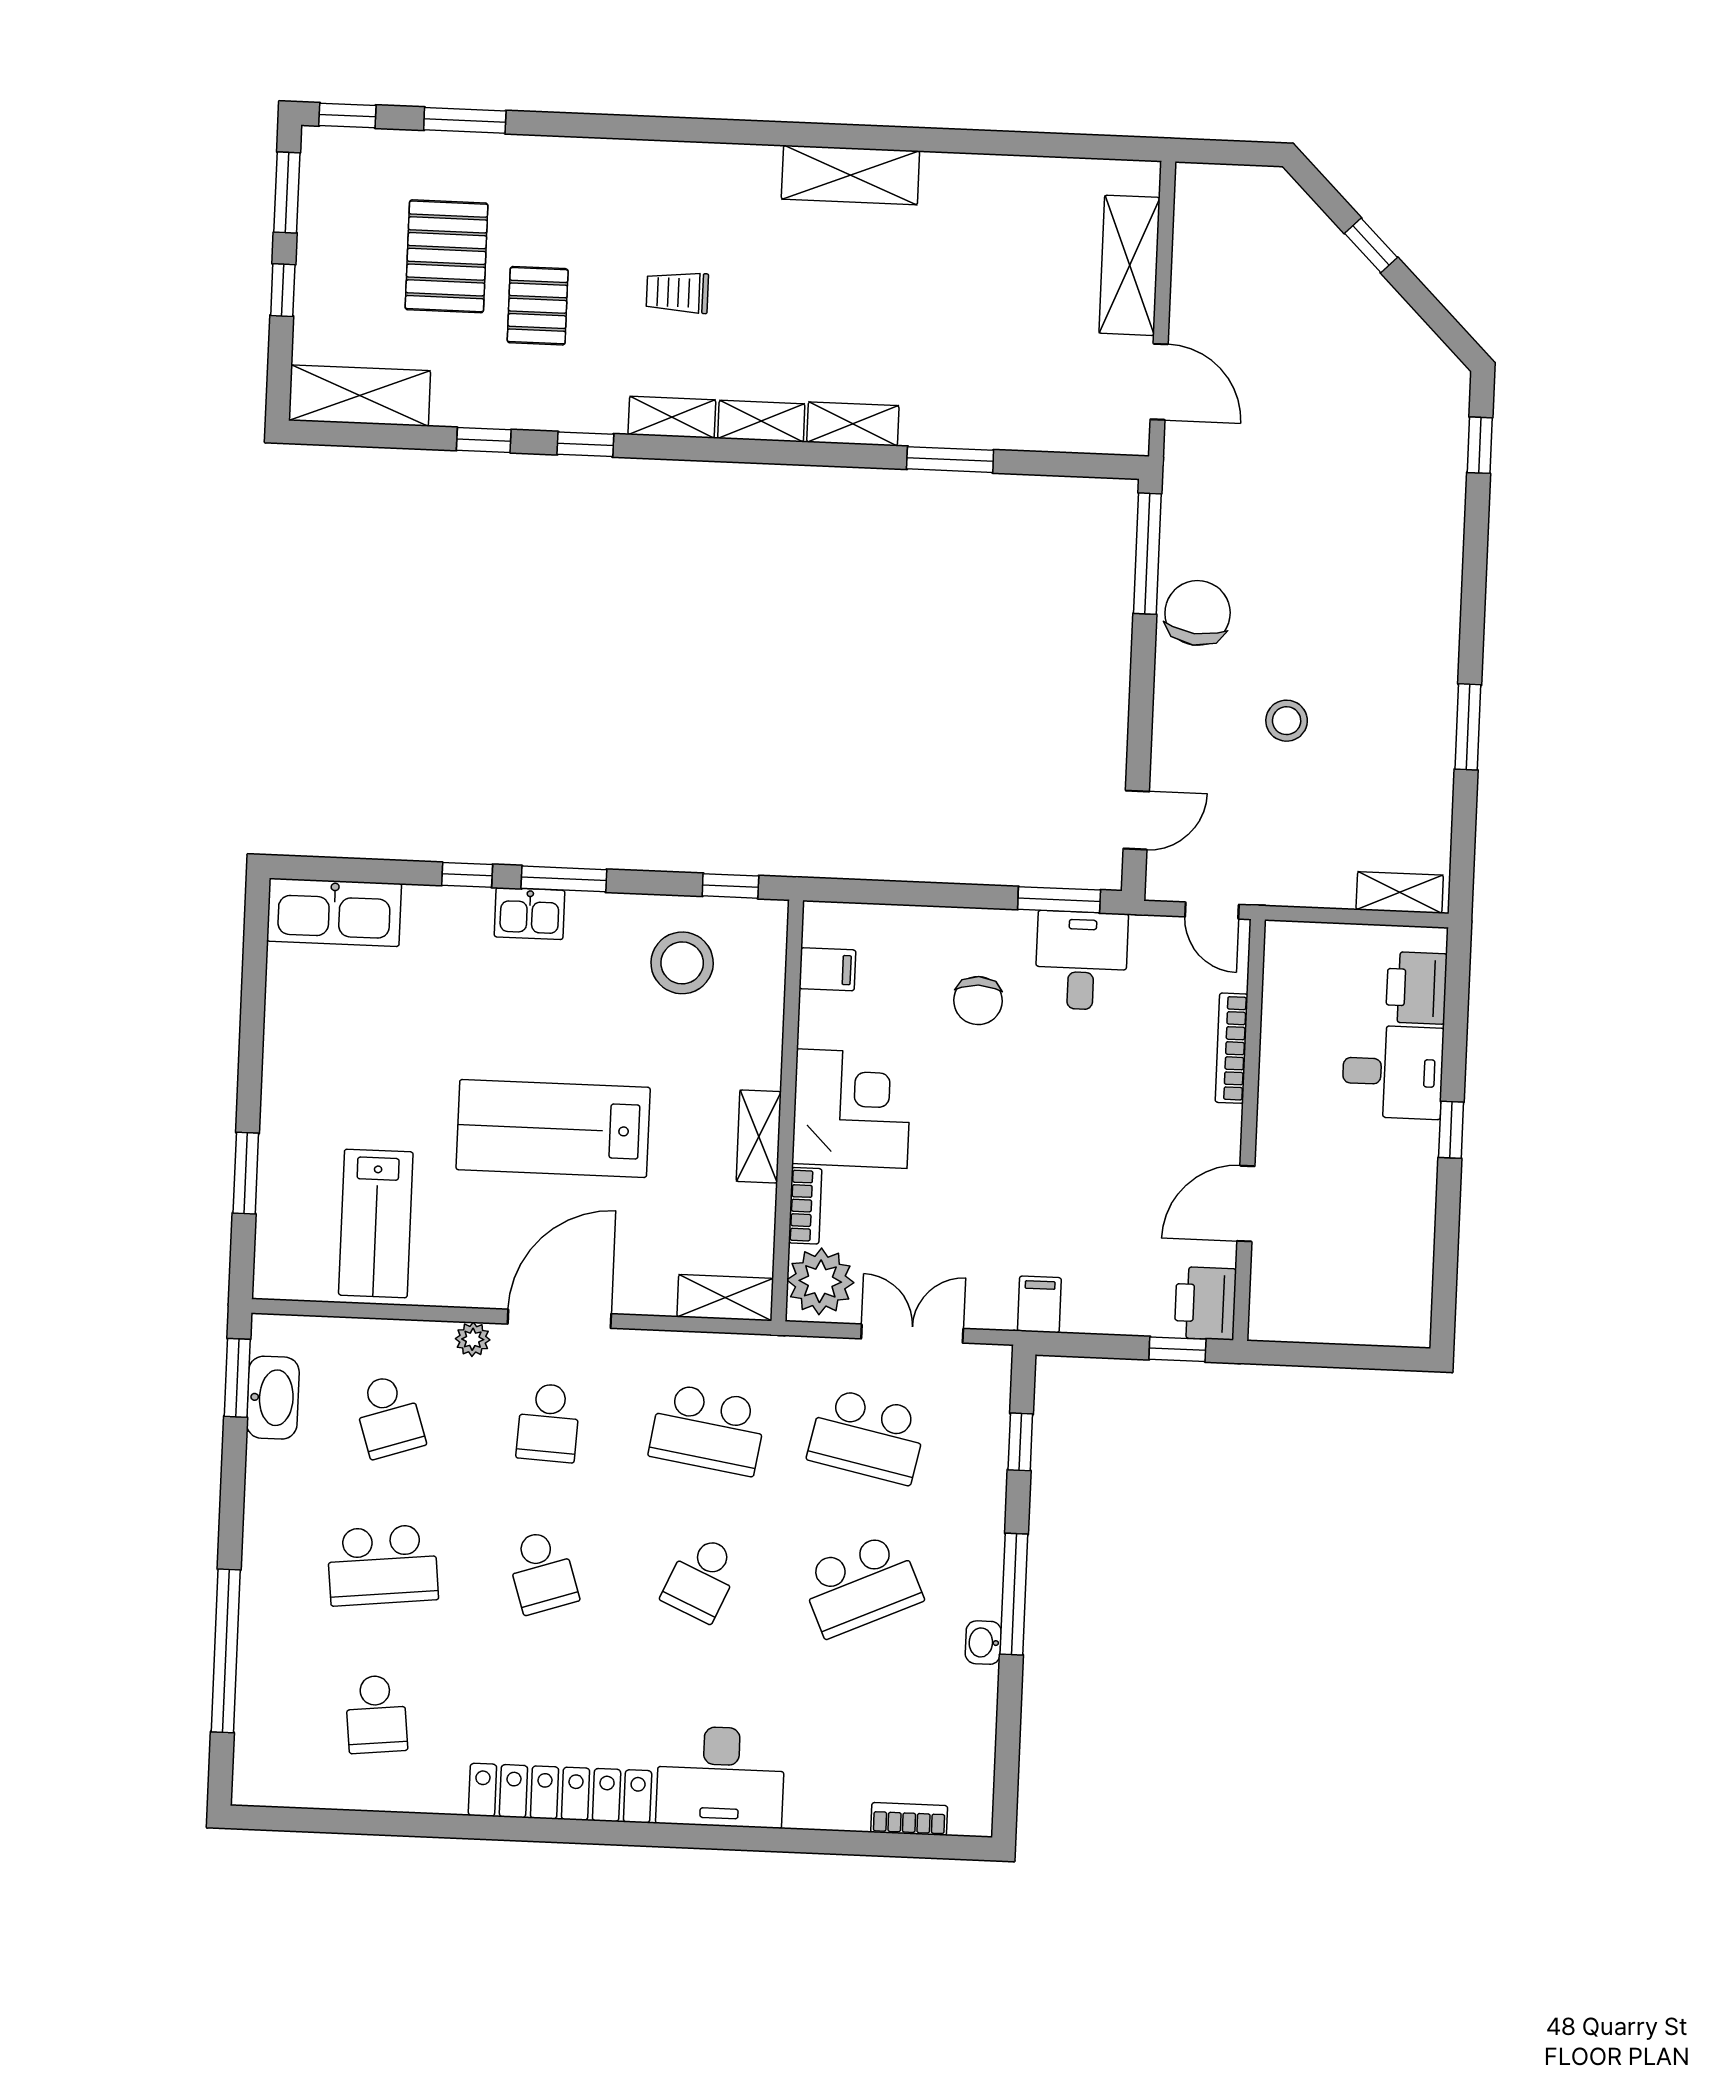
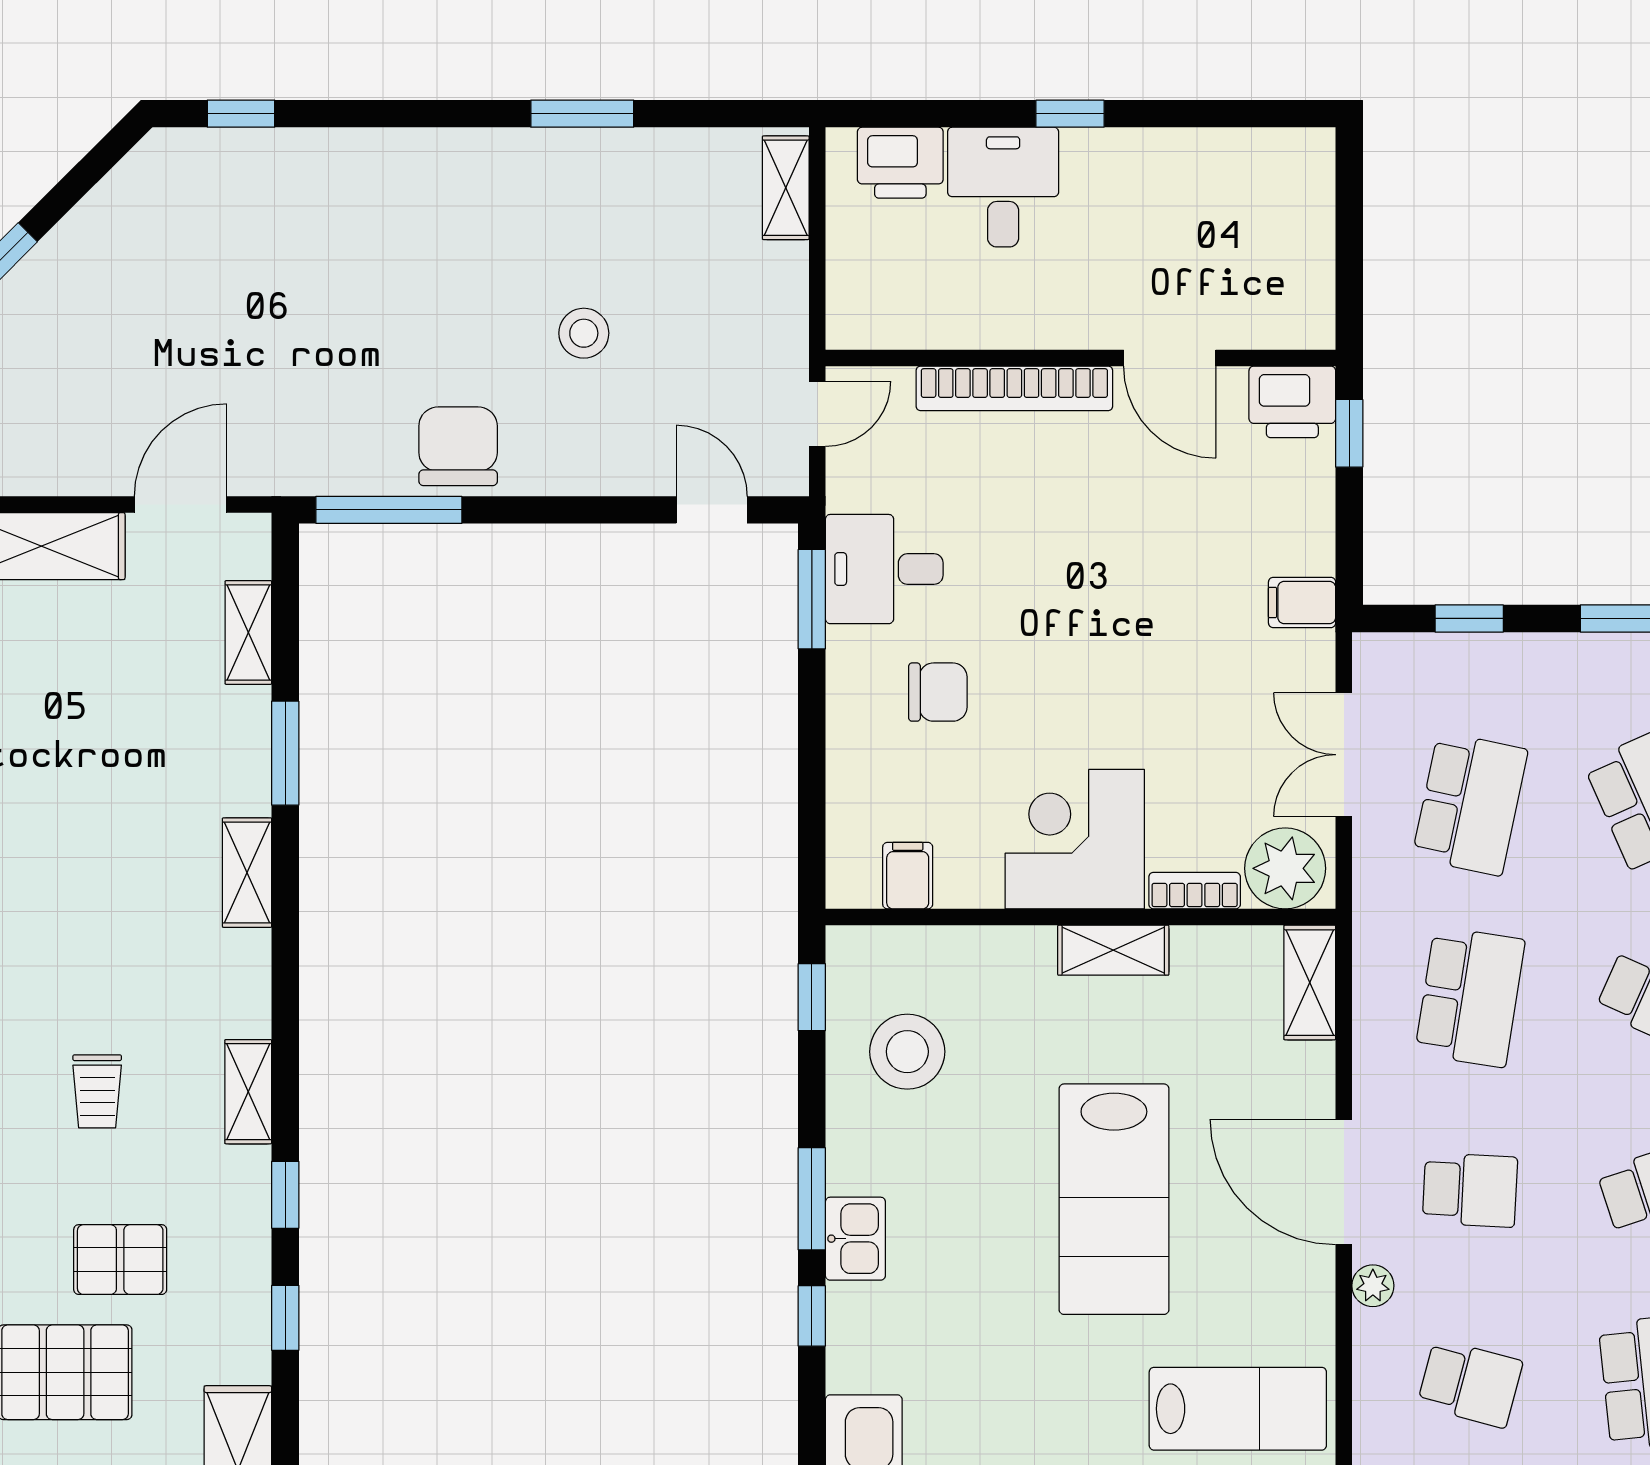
shelving: (761, 421) -> (248, 632), moved
chair: (1198, 613) -> (458, 446), turned 84
bookcase: (1232, 1048) -> (1014, 388), width x1.48, depth x1.31
school desk: (389, 1416) -> (1470, 1383), turned 33

